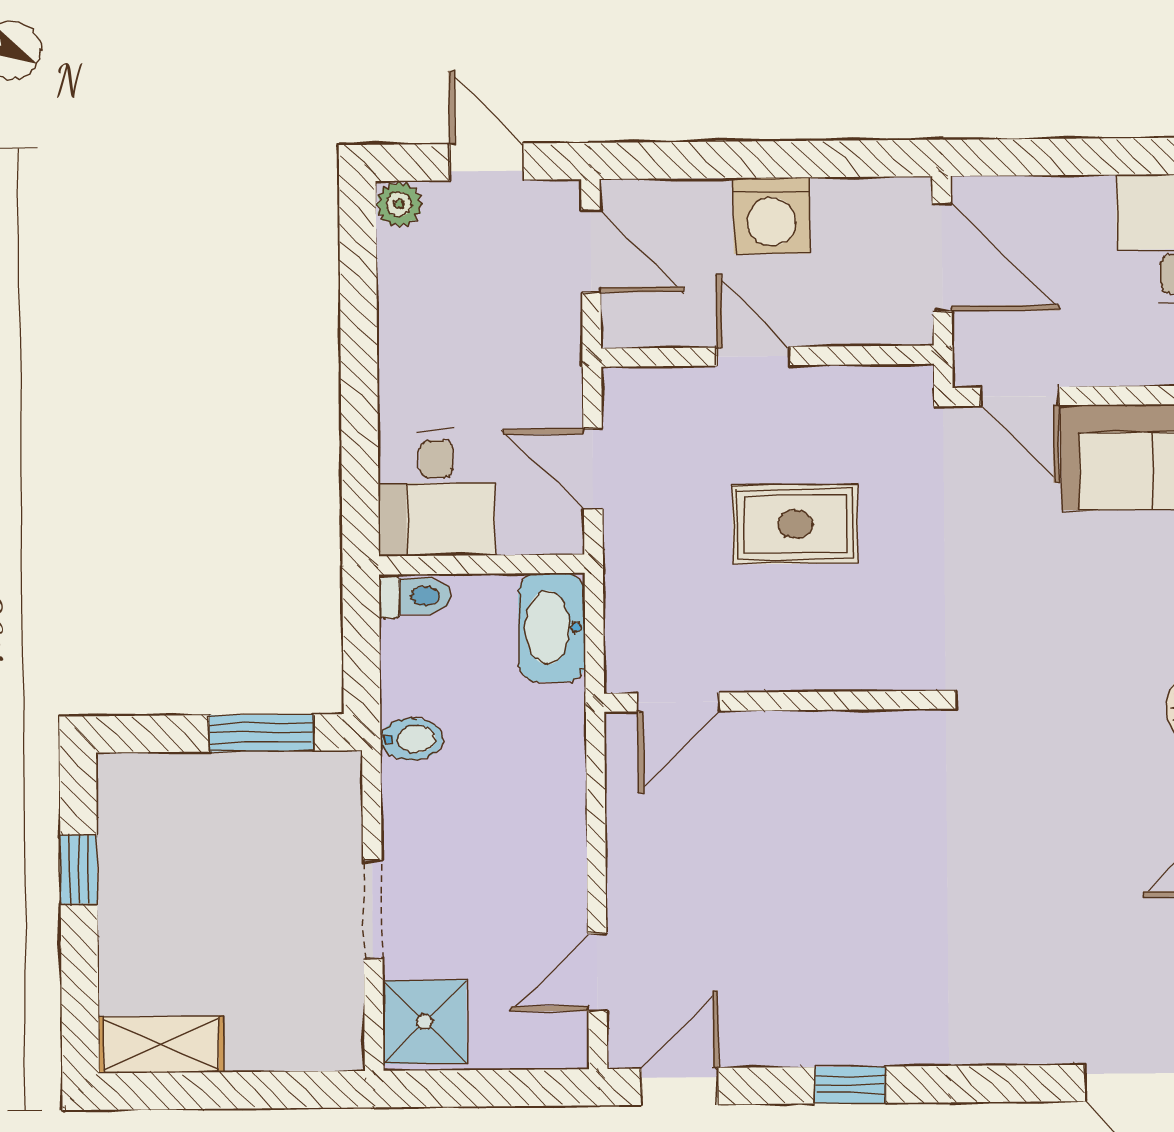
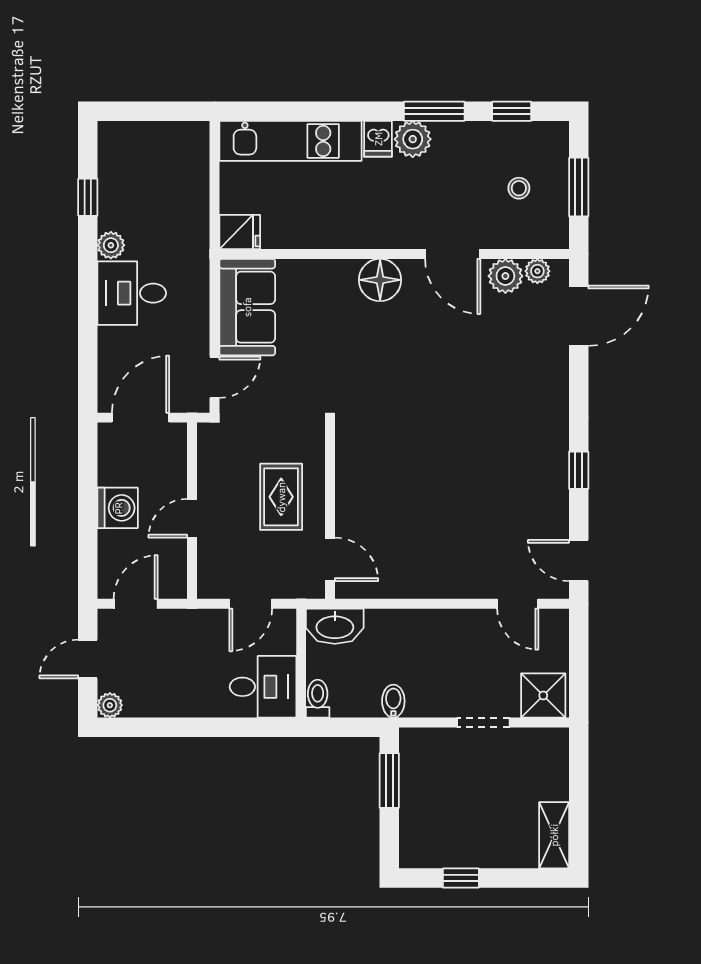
wall: (770, 701) -> (330, 511), moved
door: (679, 702) -> (330, 559), moved

